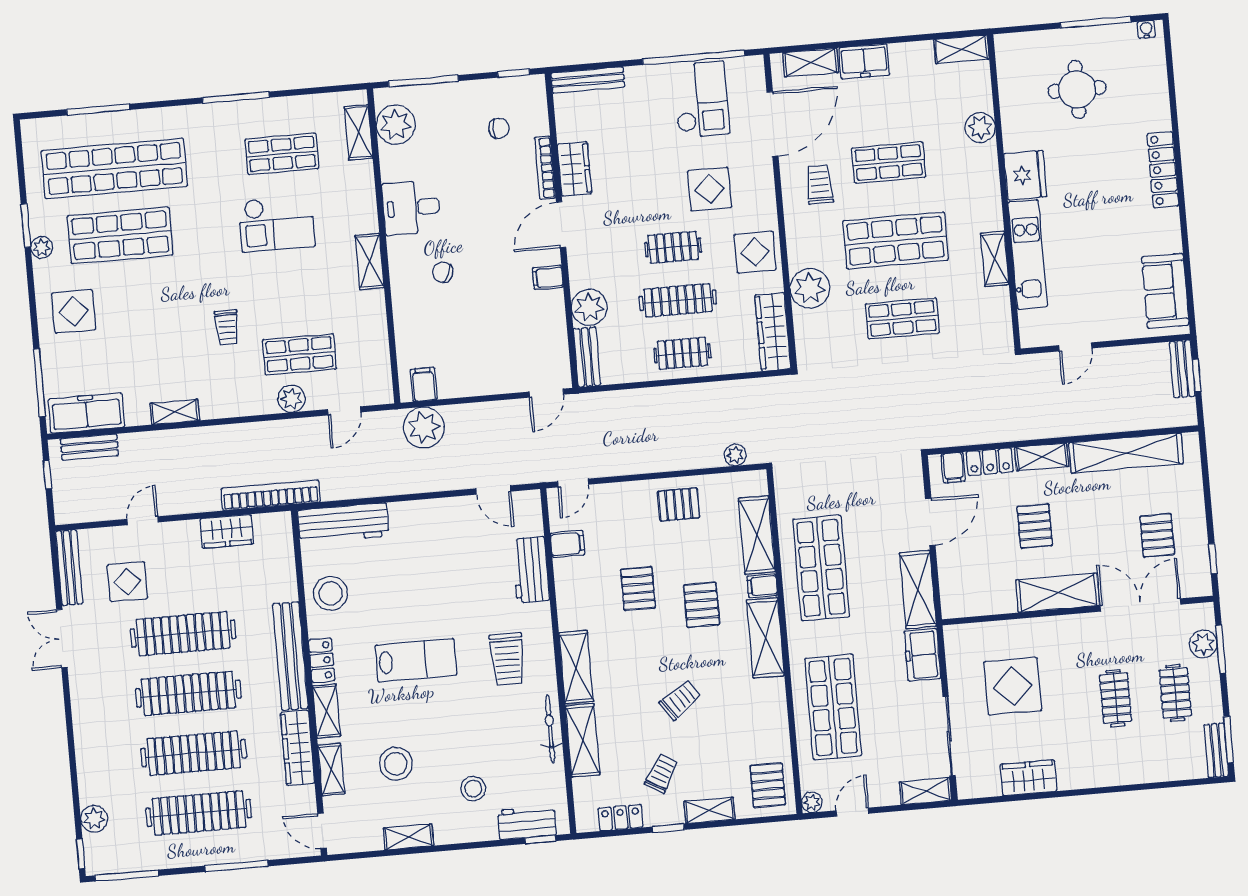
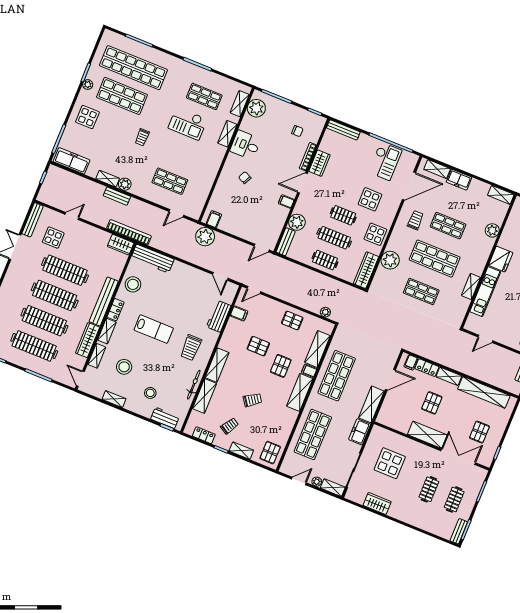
shelving: (370, 261) -> (227, 134), moved
trolley: (227, 327) -> (142, 137), moved
plant: (291, 399) -> (125, 184), moved
bench: (89, 447) -> (117, 196), moved
wardrobe: (227, 531) -> (121, 245), moved
pallet: (638, 589) -> (258, 346), turned 90
plant: (1203, 644) -> (476, 486), removed
plant: (812, 802) -> (317, 482), moved

